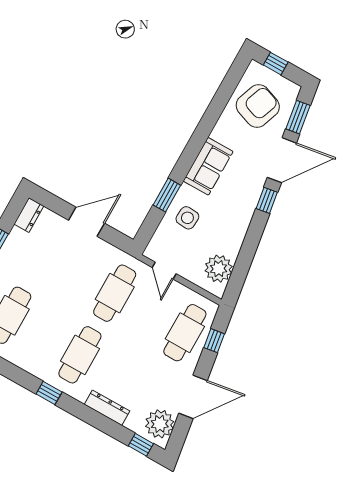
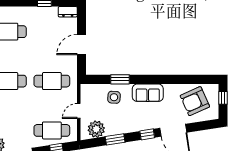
armchair: (258, 106) -> (195, 101), turned 136
window: (298, 117) -> (115, 139), moved
door: (87, 222) -> (82, 45), swing flipped
door: (164, 271) -> (79, 111), moved

